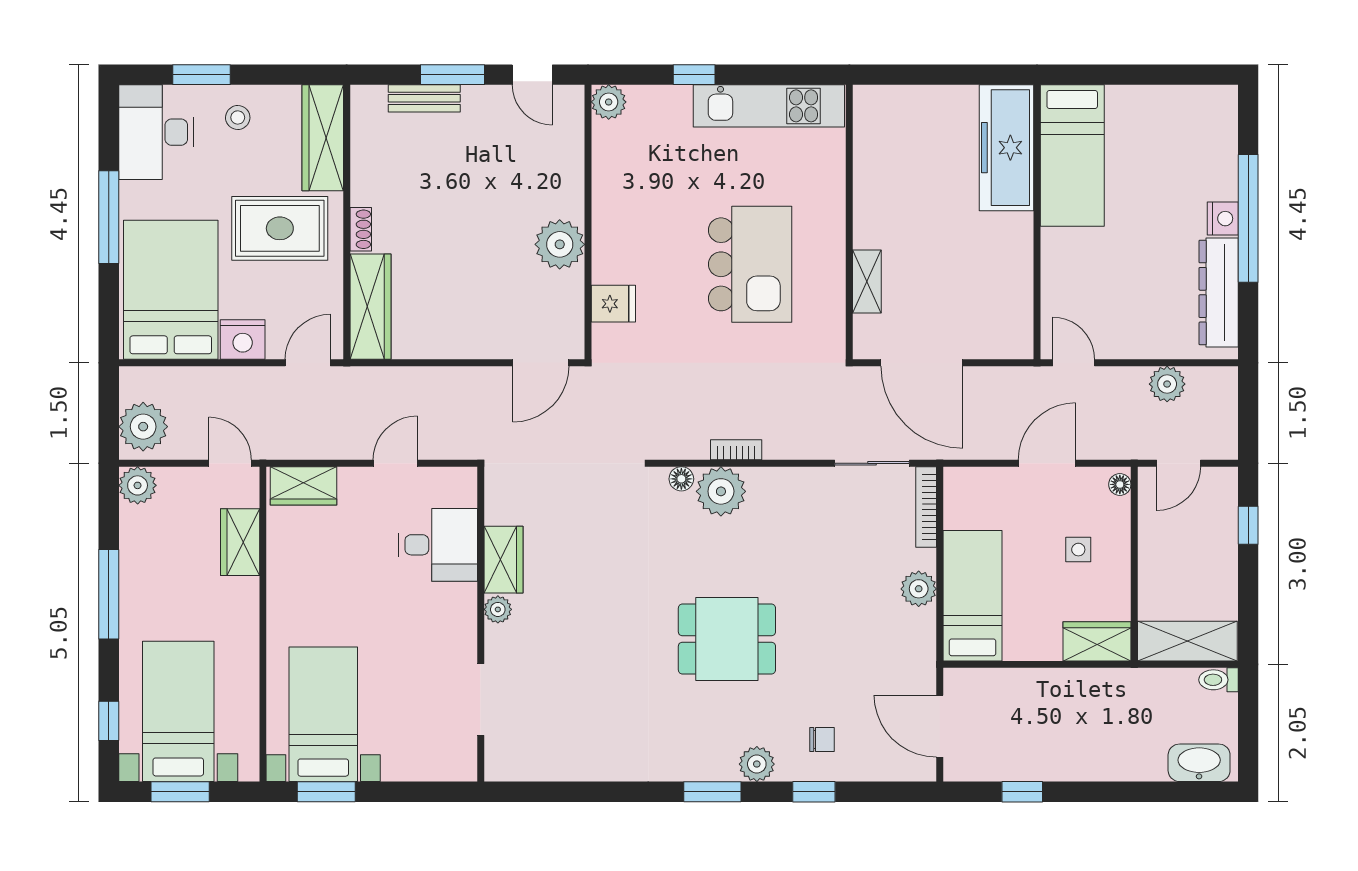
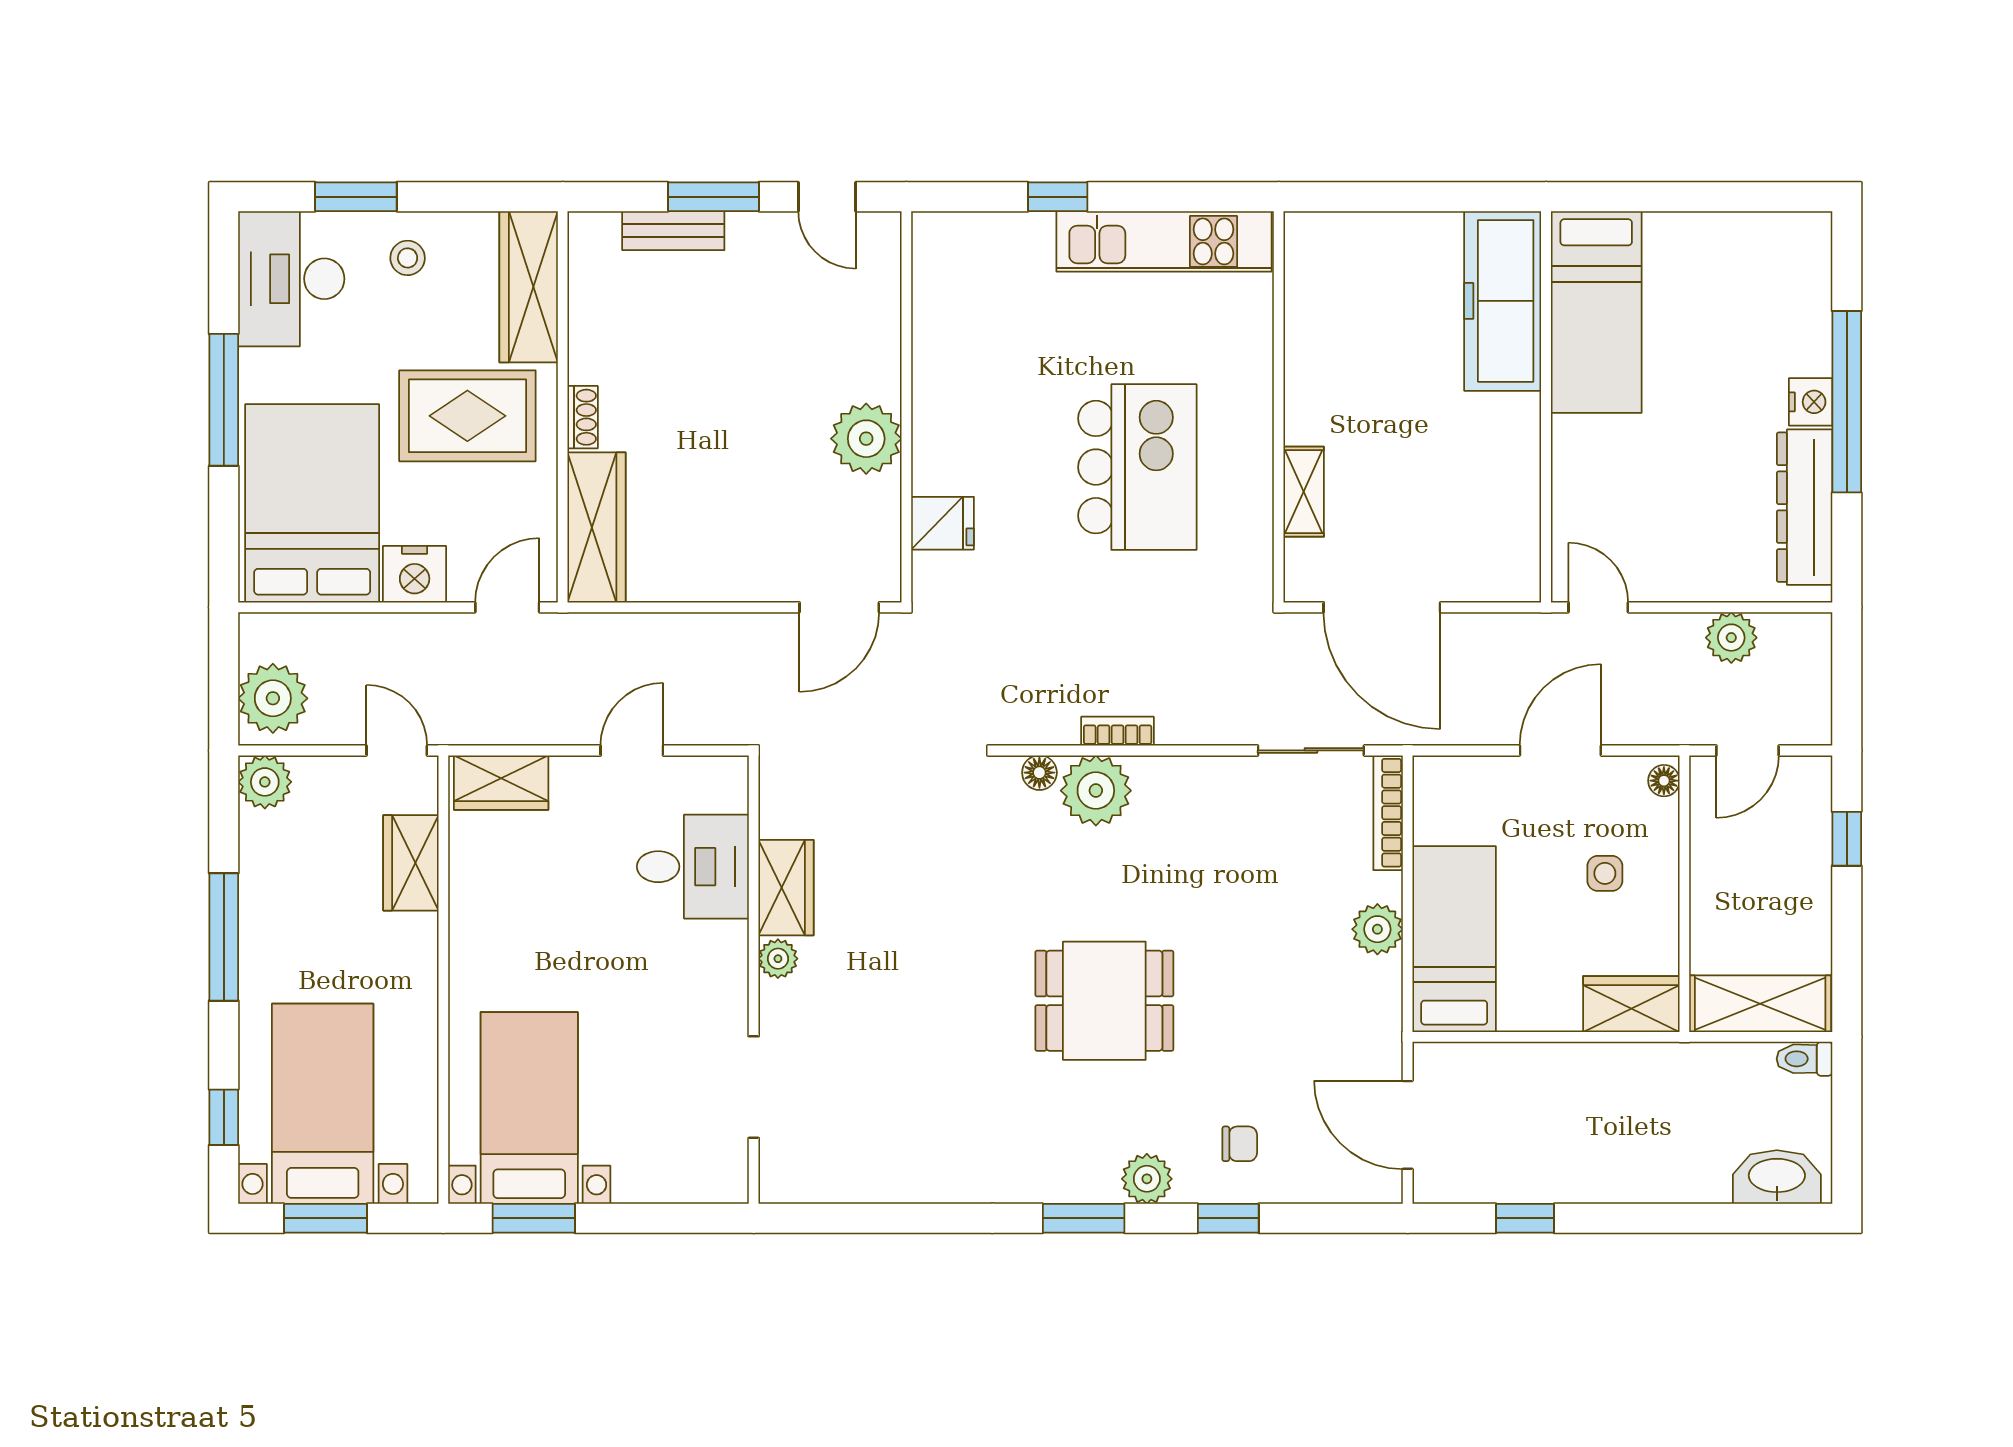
plant: (609, 102) -> (936, 236), removed

